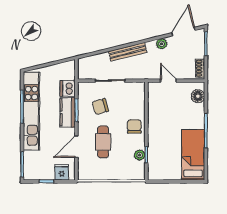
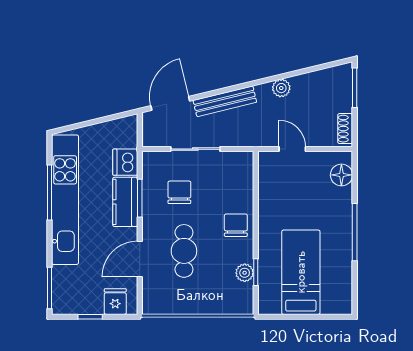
door: (183, 32) -> (170, 103), moved
chair: (100, 107) -> (179, 192), turned 106
bed: (193, 155) -> (301, 272), moved

